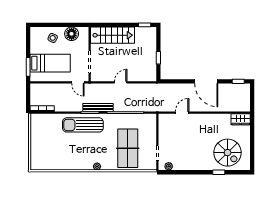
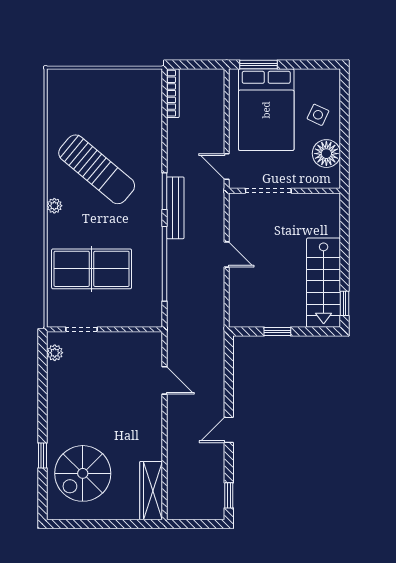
stairs: (113, 35) -> (324, 283), moved
bed: (50, 63) -> (266, 110), width x1.50
door: (206, 81) -> (229, 430), width x0.53
door: (78, 82) -> (227, 166), hinge flipped
wardrobe: (241, 119) -> (151, 491), width x1.50
sun lounger: (83, 125) -> (97, 169), moved, turned 130

